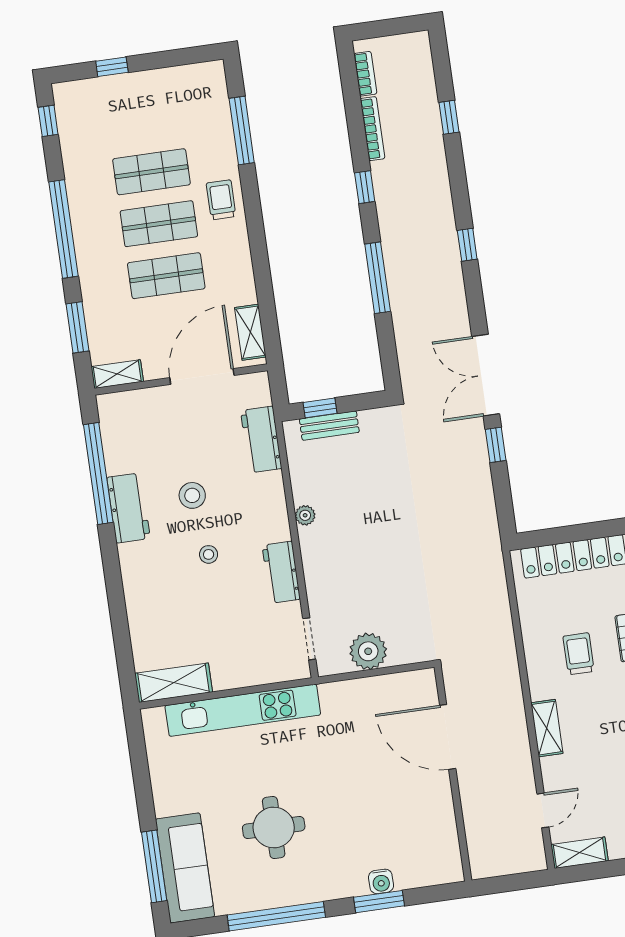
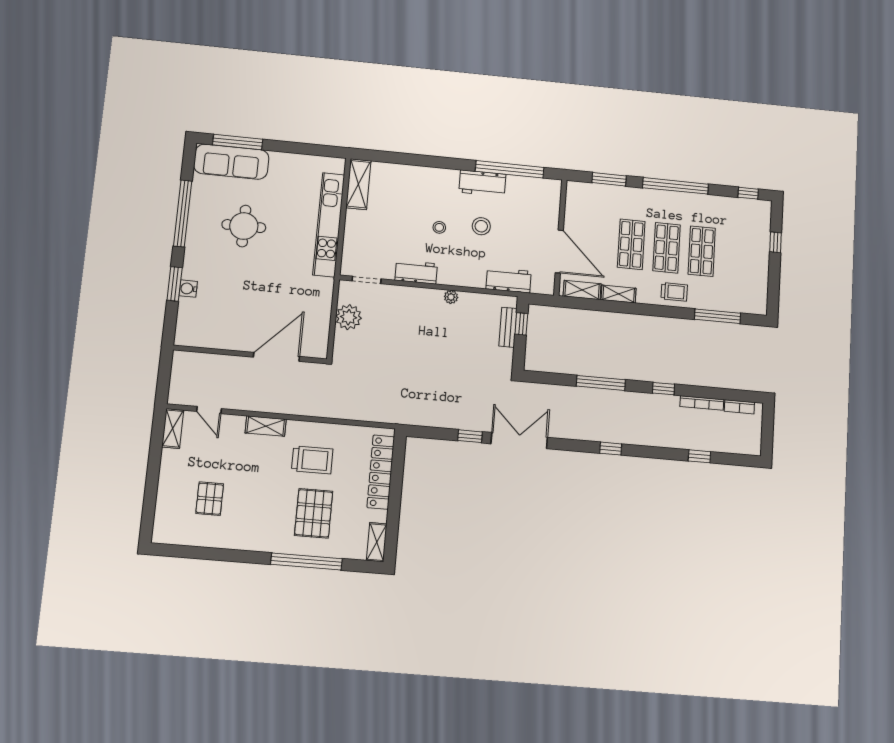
shelving: (117, 374) -> (619, 294), moved, turned 90
trolley: (579, 654) -> (312, 460), width x1.36, depth x1.39

